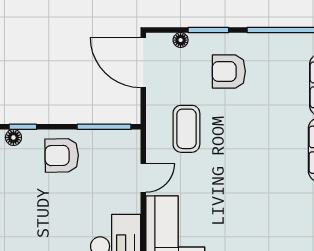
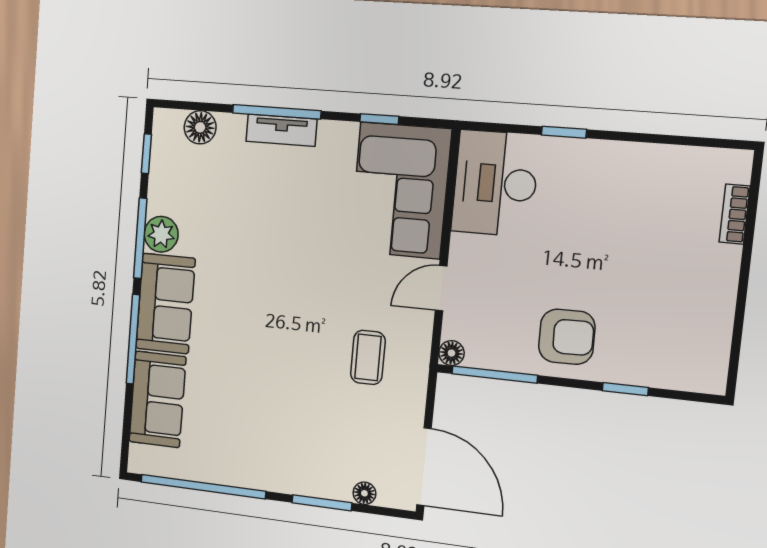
armchair: (229, 71) -> (297, 437), removed
coffee table: (186, 129) -> (368, 357), width x0.73, depth x0.77
floor lamp: (13, 137) -> (452, 353), moved

